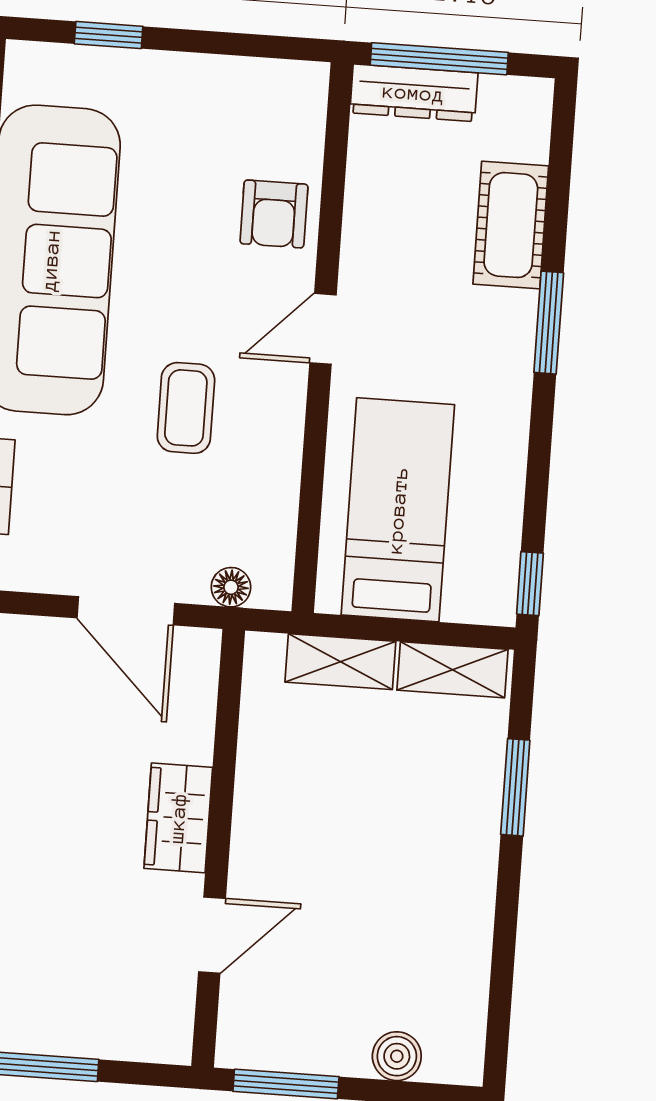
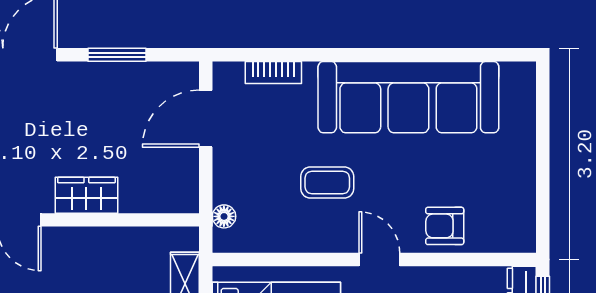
window: (109, 35) -> (543, 121), removed
door: (126, 611) -> (206, 119), moved

